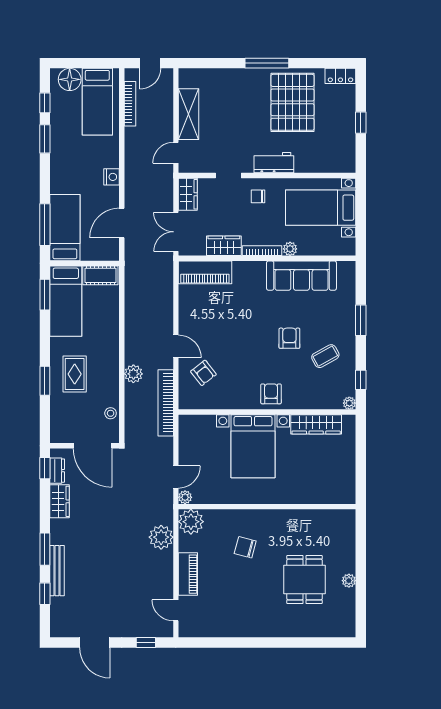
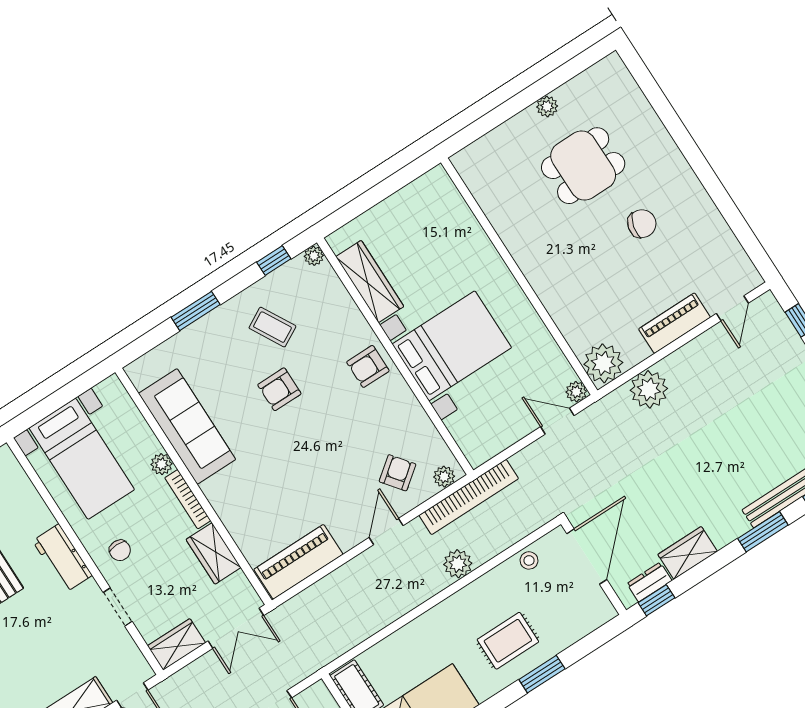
piano: (205, 272) -> (298, 562), moved, turned -90
plant: (185, 397) -> (444, 477), added
chair: (245, 547) -> (642, 224), moved, turned -91

